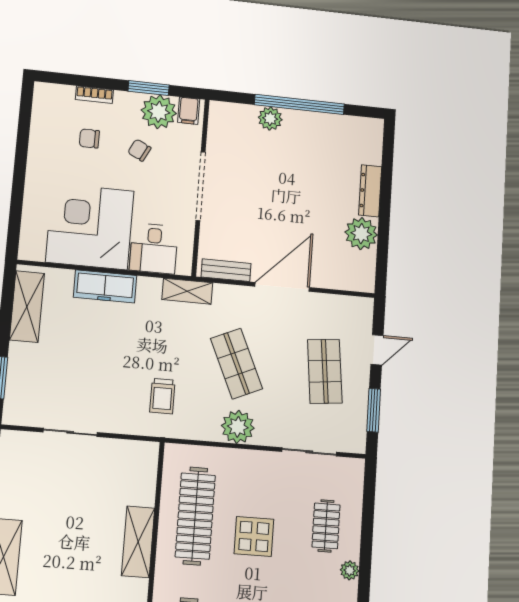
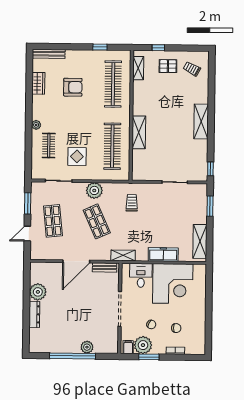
display table: (254, 536) -> (77, 156), moved

